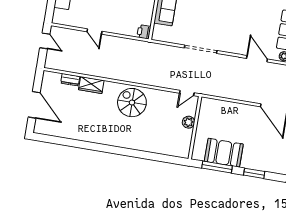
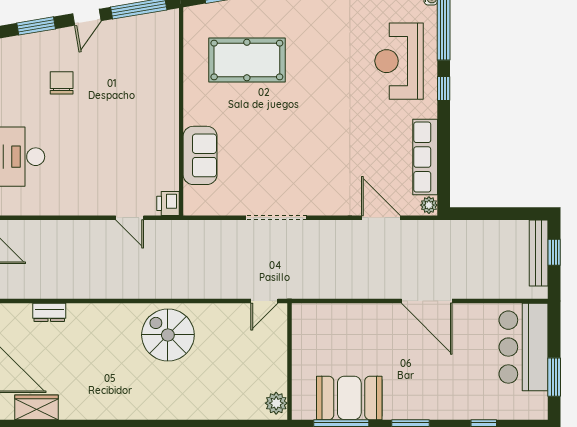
door: (94, 31) -> (130, 218), moved
wardrobe: (91, 85) -> (37, 407), moved, turned 180
plant: (189, 122) -> (276, 403), moved

